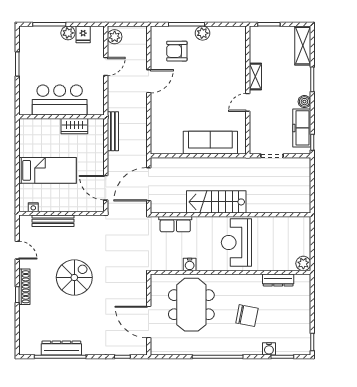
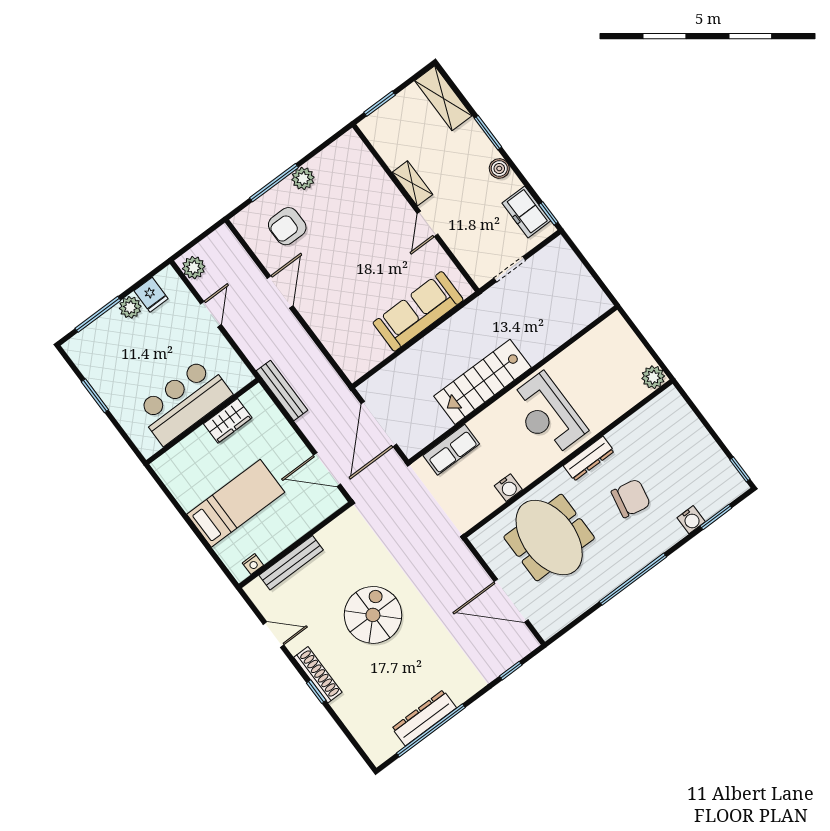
freezer: (302, 128) -> (526, 212), width x0.71
dresser: (278, 280) -> (589, 459), moved

